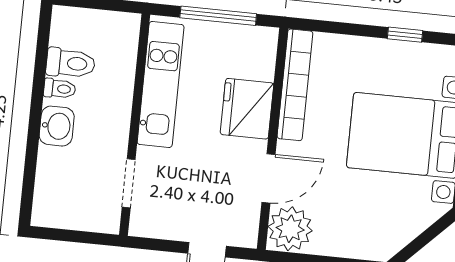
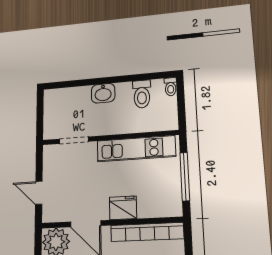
toilet: (60, 89) -> (171, 87), moved
fridge: (247, 109) -> (123, 208), width x0.73, depth x0.75

